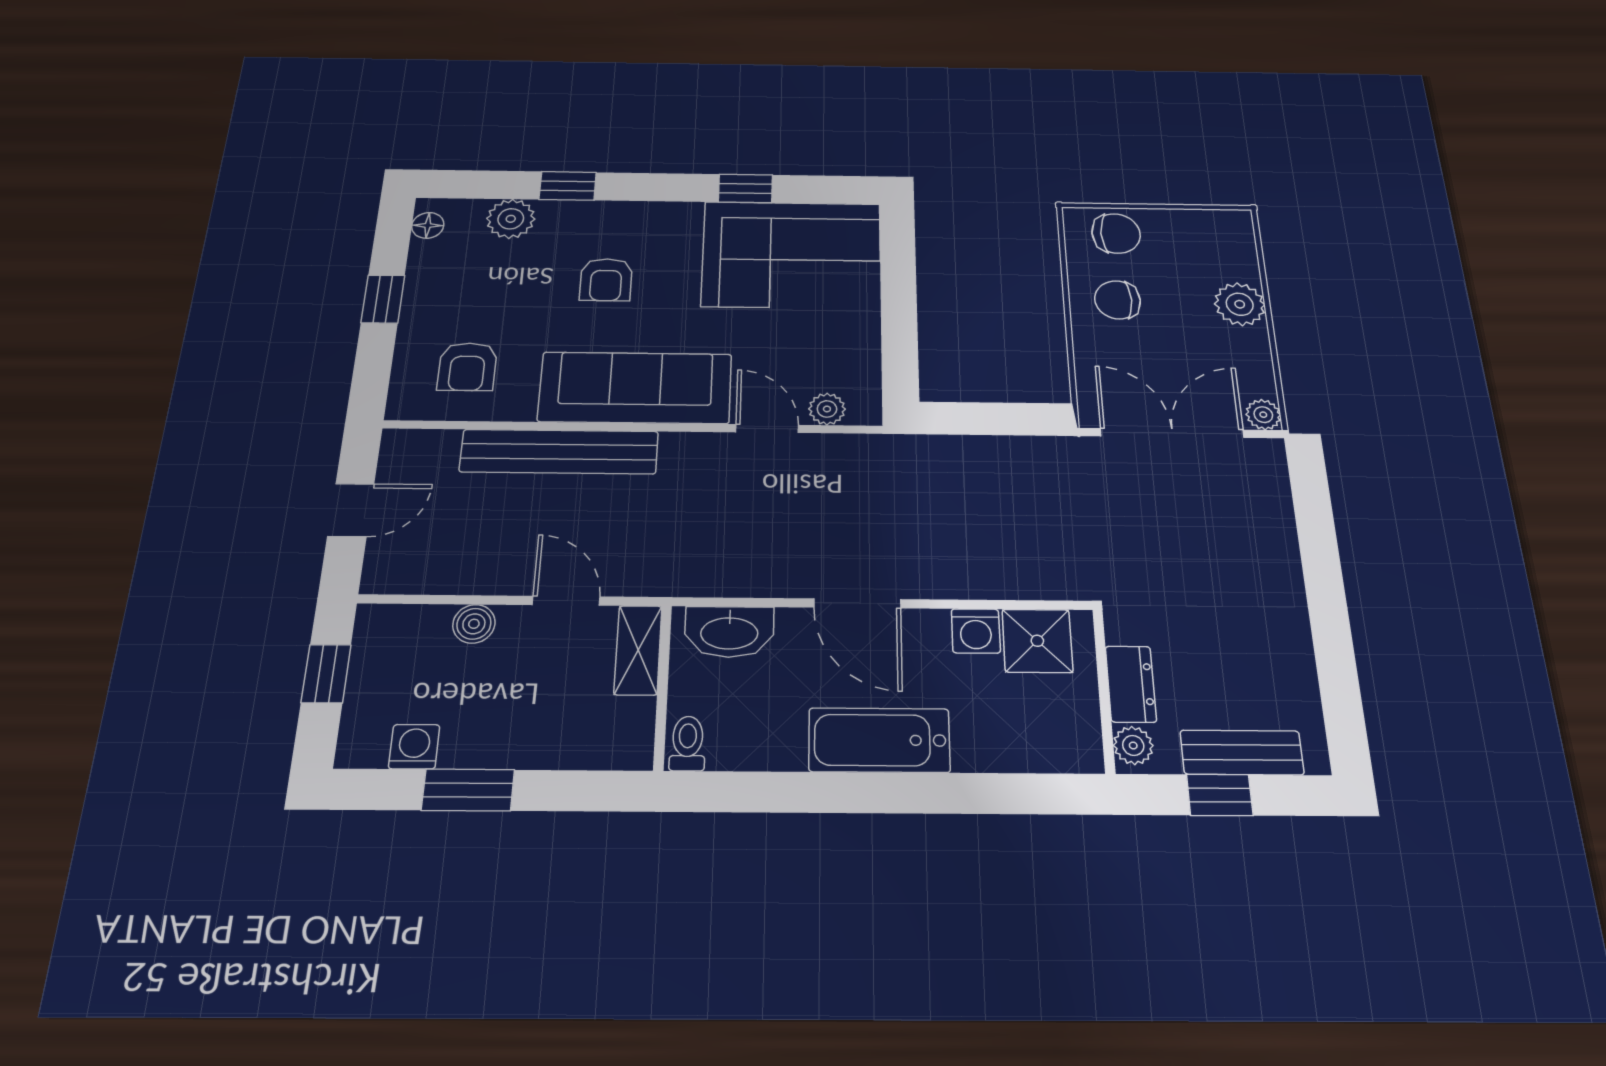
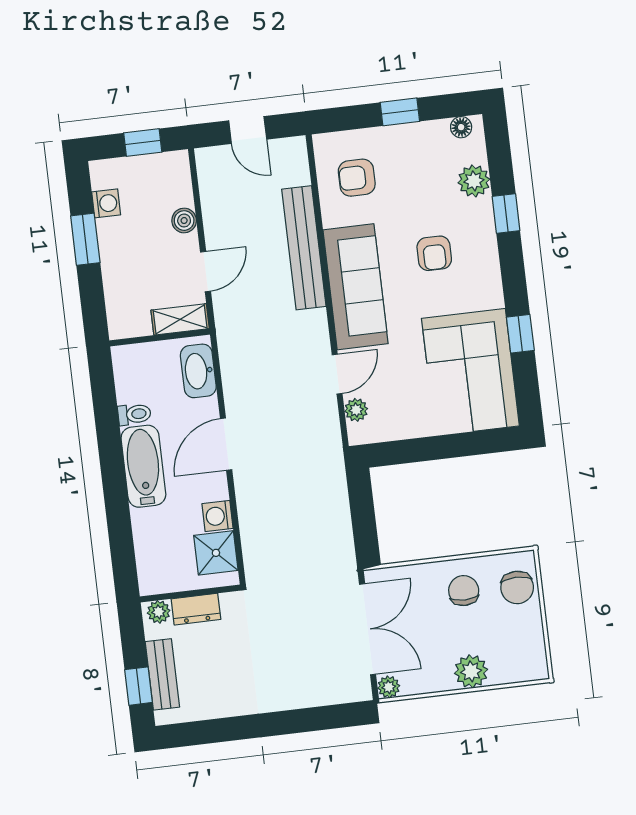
armchair: (606, 280) -> (434, 253), turned -90
toilet: (688, 743) -> (134, 414), moved
window: (1220, 795) -> (139, 686), moved

